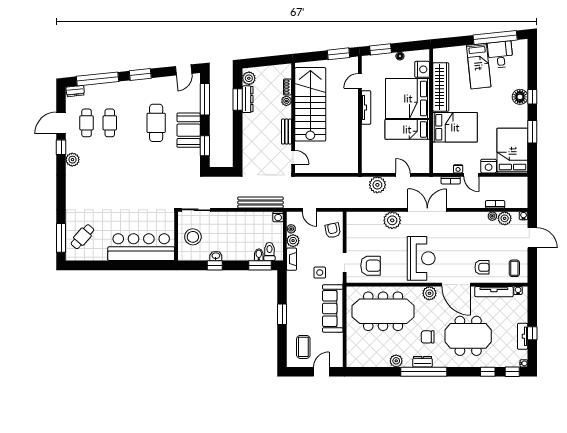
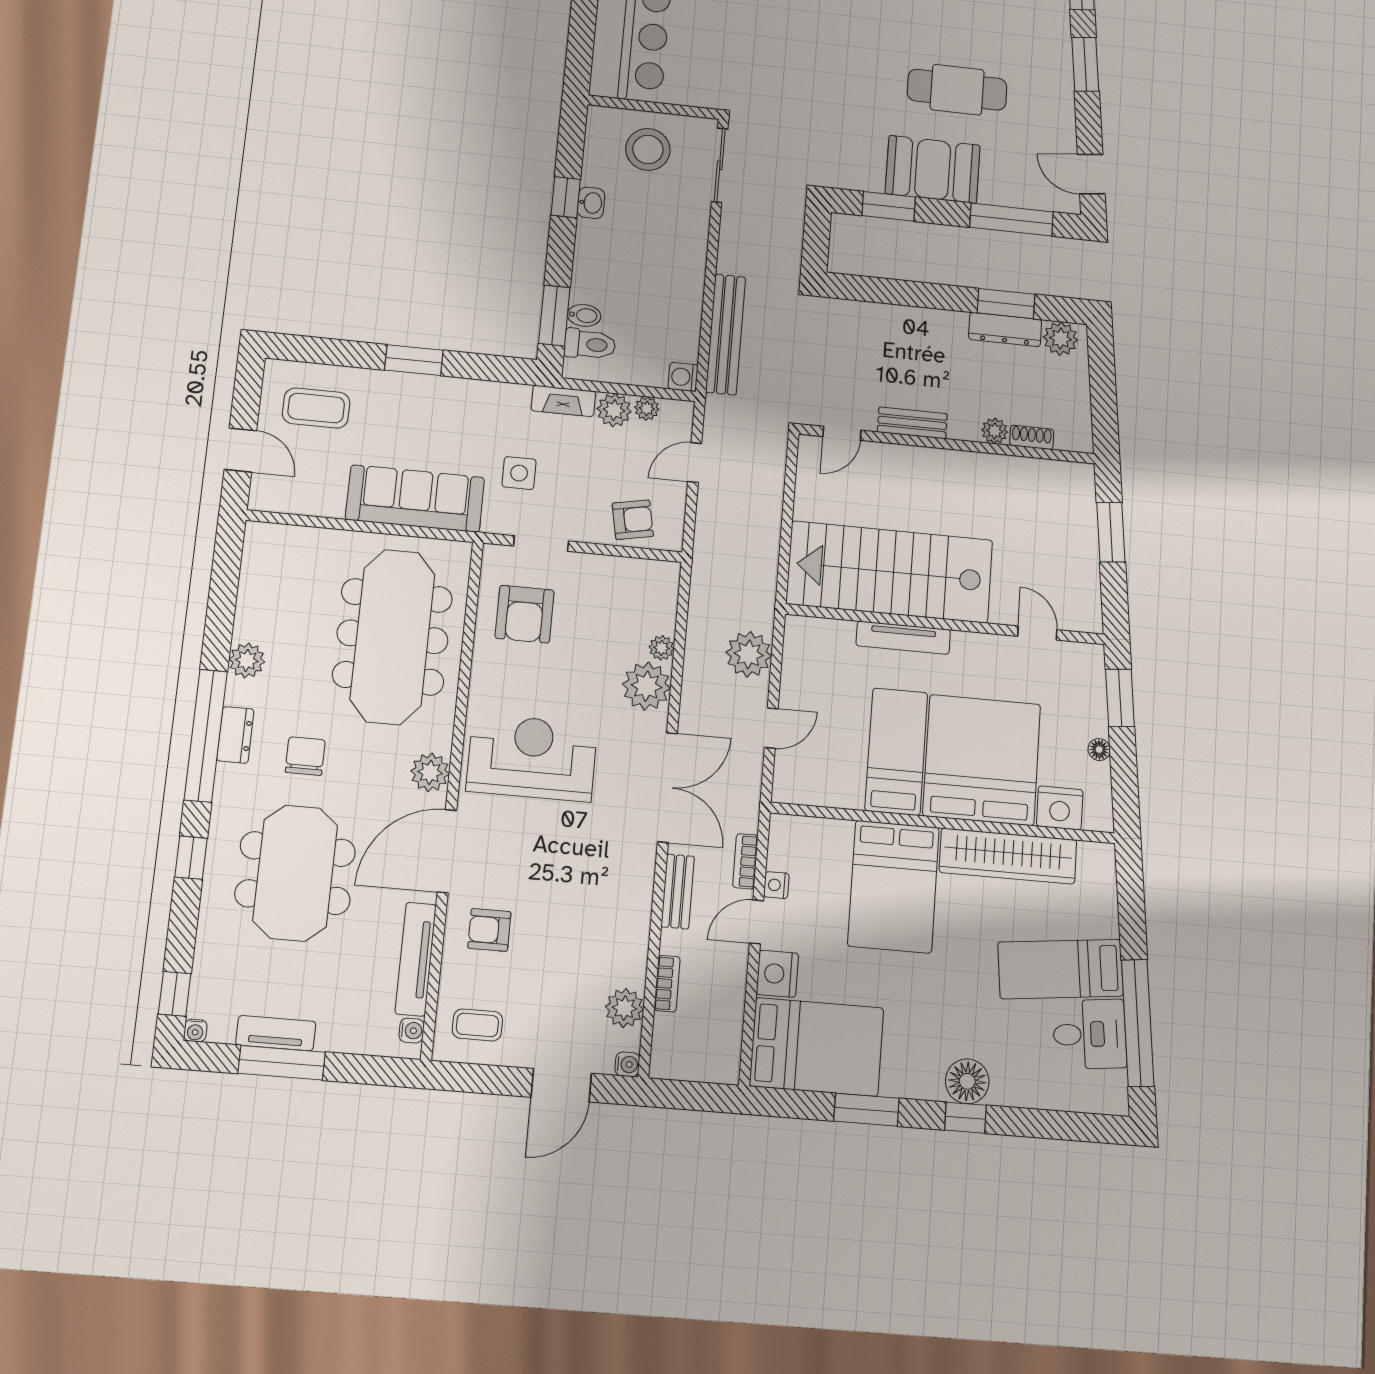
window: (339, 54) -> (1111, 532), moved
stairs: (310, 104) -> (890, 572), moved, turned 180
tv unit: (366, 107) -> (903, 638), moved
bench: (463, 203) -> (678, 891), added
plant: (492, 216) -> (662, 648), moved
reception desk: (421, 258) -> (532, 758), turned 180
armchair: (482, 267) -> (489, 930), turned 90
window: (532, 333) -> (282, 1063), width x2.17
window: (488, 372) -> (191, 858), moved

